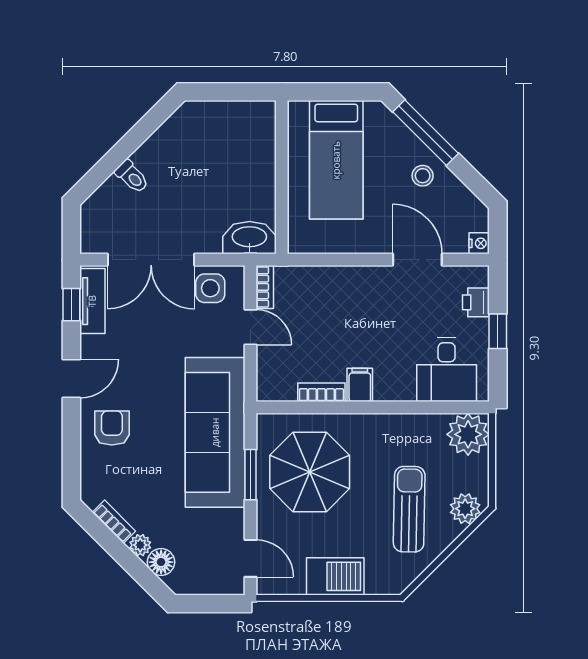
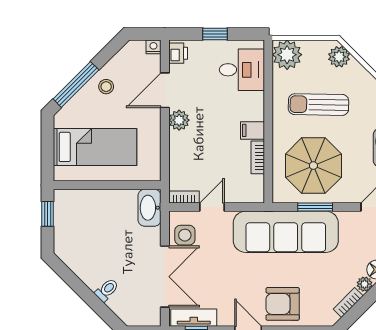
window: (241, 92) -> (48, 214), added
plant: (375, 280) -> (179, 120), added
printer: (476, 302) -> (178, 53), moved, turned -90
armchair: (112, 428) -> (283, 304), width x1.38, depth x1.38
sun lounger: (409, 509) -> (318, 105), moved

